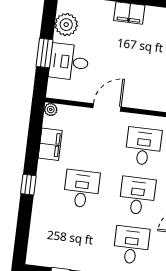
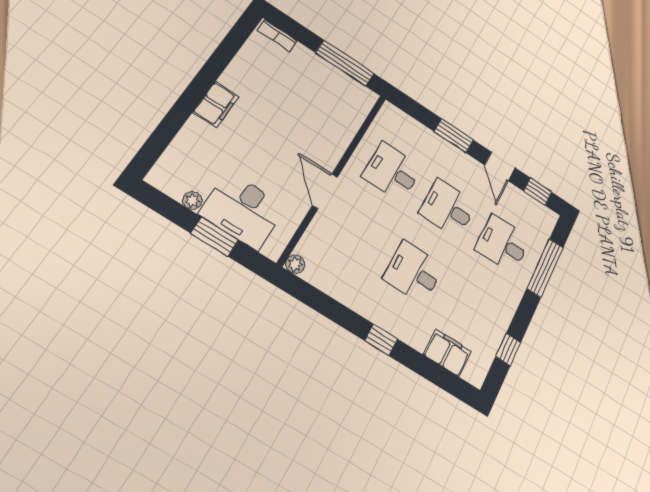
plant: (66, 25) -> (192, 201), width x0.53, depth x0.53
desk: (69, 62) -> (243, 210), width x1.37
filing cabinet: (50, 144) -> (447, 353), moved

